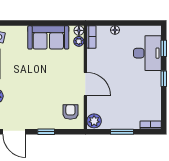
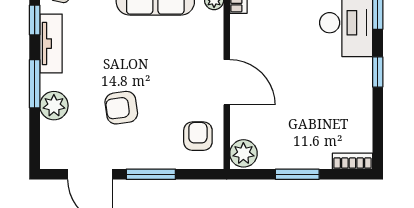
armchair: (31, 97) -> (121, 108), added
window: (46, 132) -> (151, 174), width x1.50

